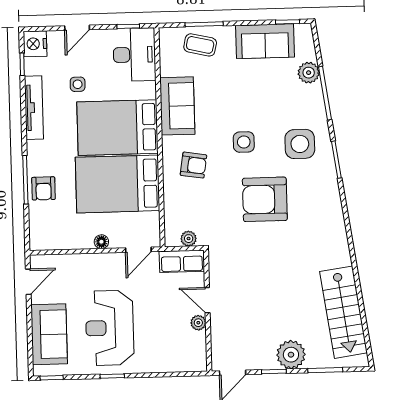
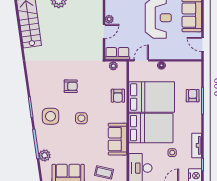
tv unit: (34, 108) -> (197, 145), width x0.71
armchair: (193, 165) -> (118, 96), moved, turned -99
armchair: (265, 199) -> (71, 86), width x0.53, depth x0.53
door: (28, 282) -> (202, 44), hinge flipped
door: (207, 300) -> (104, 32), hinge flipped

